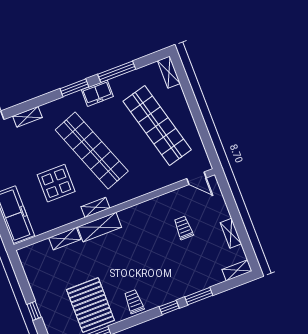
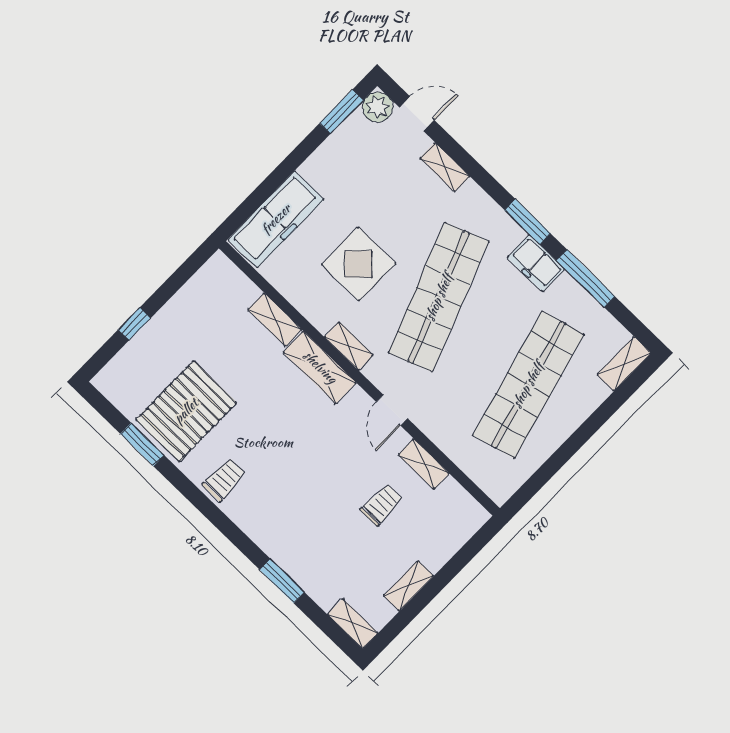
door: (196, 178) -> (392, 410), moved
shelving: (173, 197) -> (424, 464), added
window: (169, 307) -> (241, 541), removed

